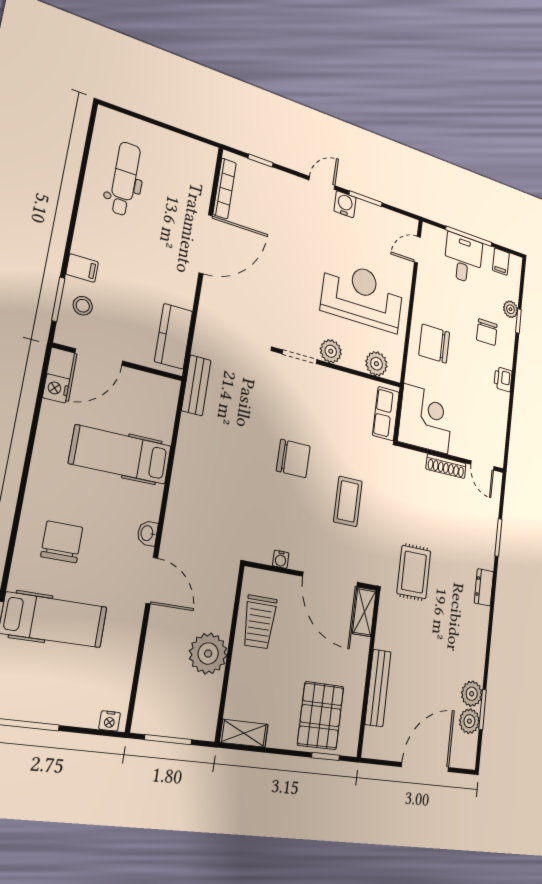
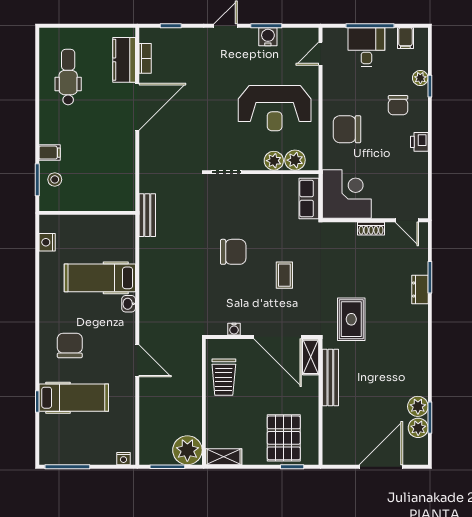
bookcase: (225, 189) -> (145, 58), width x0.64
water cooler: (345, 204) -> (268, 37), moved
reception desk: (362, 296) -> (275, 108), turned 180
kitchen counter: (174, 336) -> (124, 60), moved
plant: (331, 351) -> (274, 161), moved
door: (99, 357) -> (72, 213), removed
shoe rack: (446, 466) -> (371, 229), width x0.70
coffee table: (348, 501) -> (284, 275), width x0.73, depth x0.77
washbasin: (147, 533) -> (129, 304), moved
dresser: (484, 587) -> (420, 290), moved
plant: (208, 654) -> (187, 450), moved
bench: (378, 688) -> (330, 378), moved

